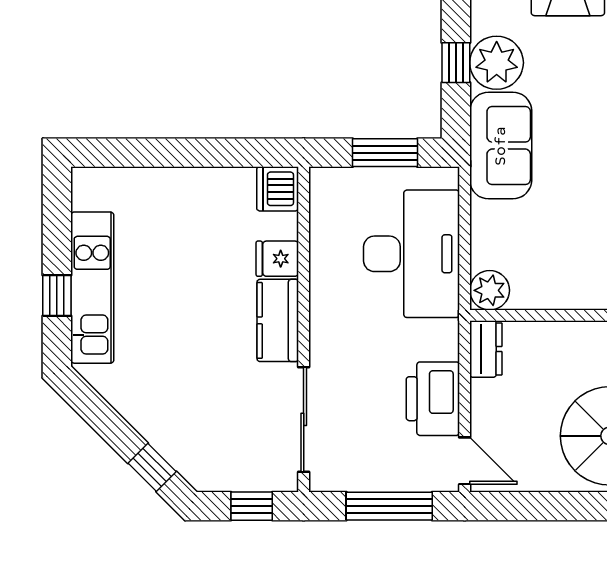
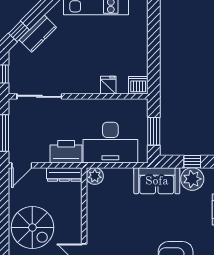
kitchen counter: (278, 320) -> (38, 34), moved, turned 135
dresser: (486, 349) -> (64, 174), width x1.44
printer: (433, 399) -> (66, 152), moved

